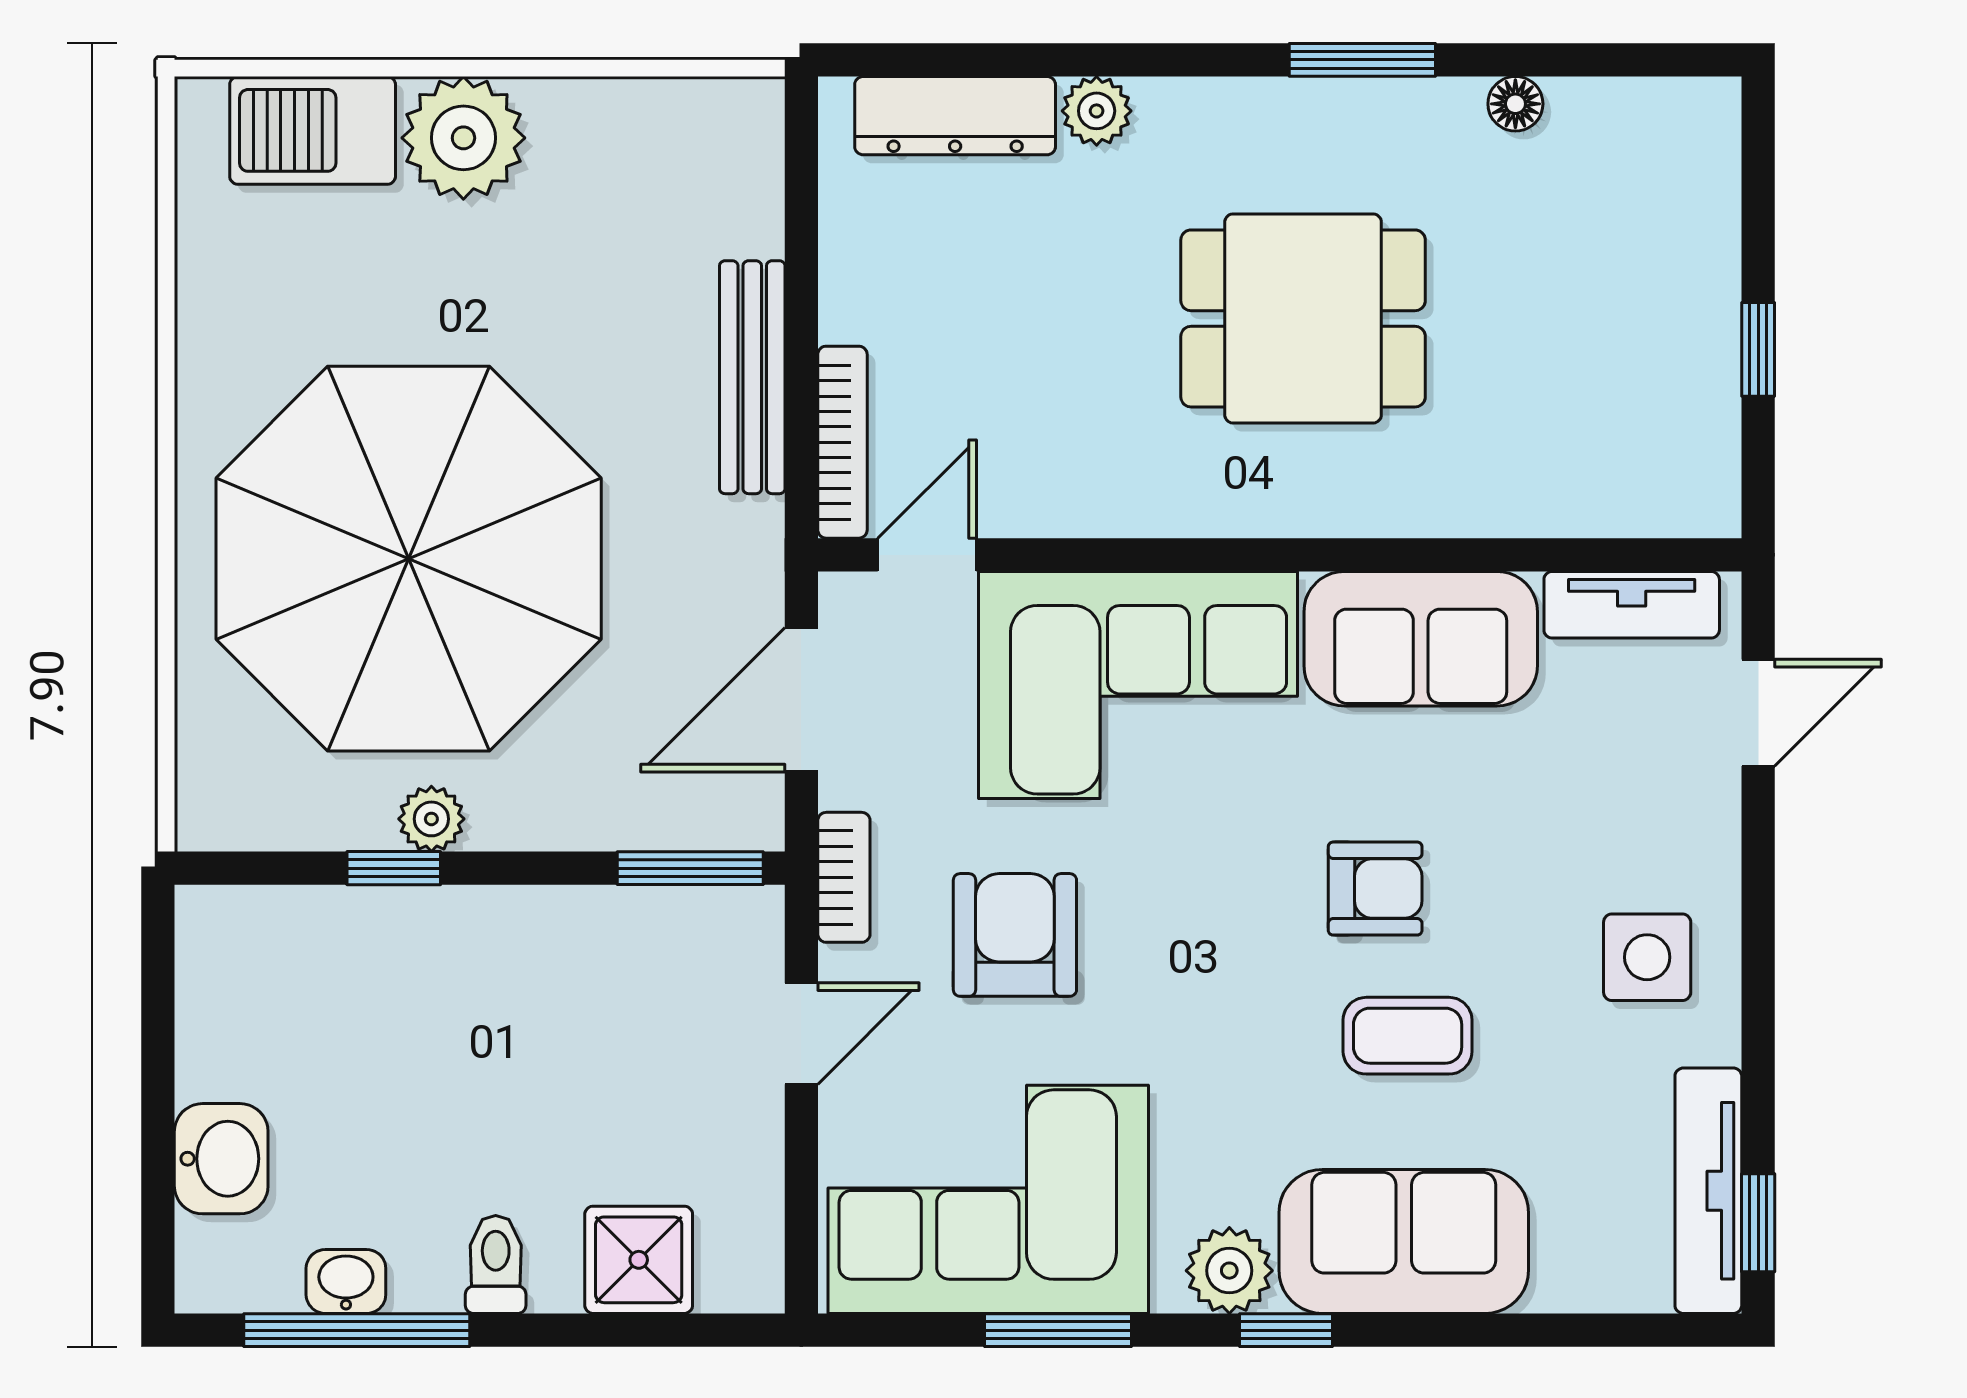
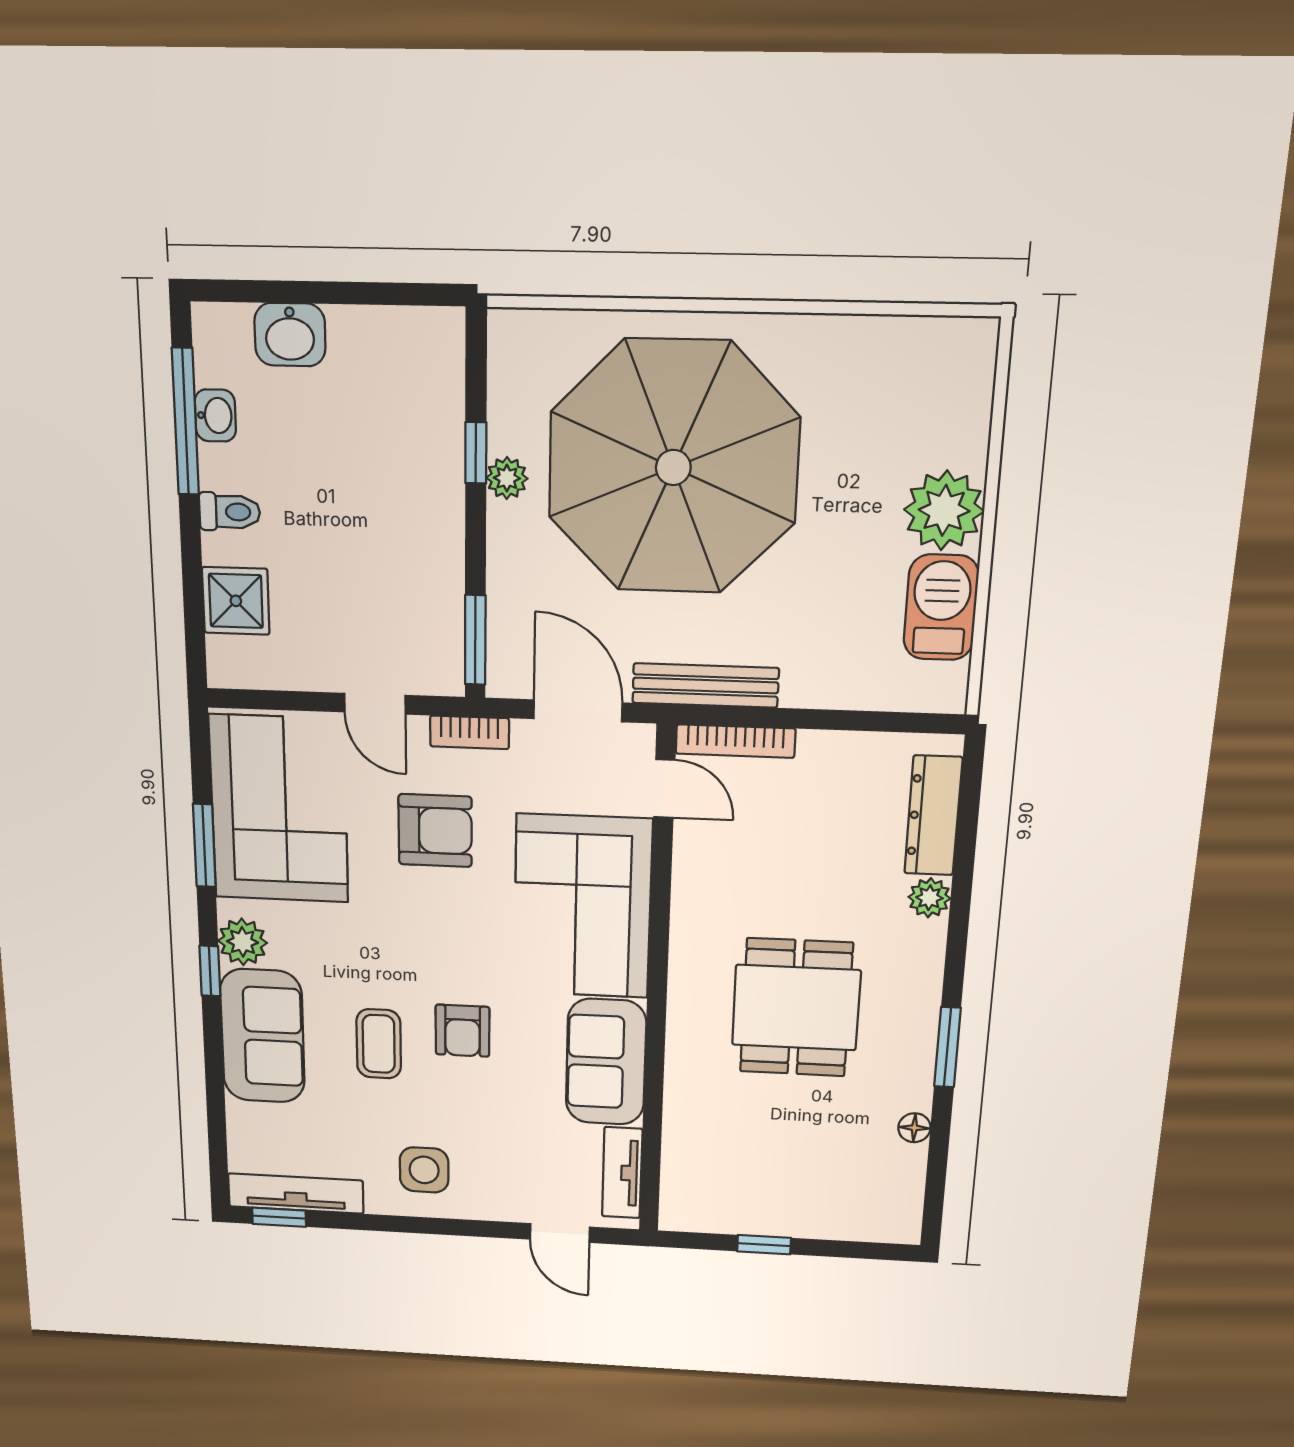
barbecue: (313, 130) -> (941, 607), moved
bench: (752, 377) -> (705, 685), moved

